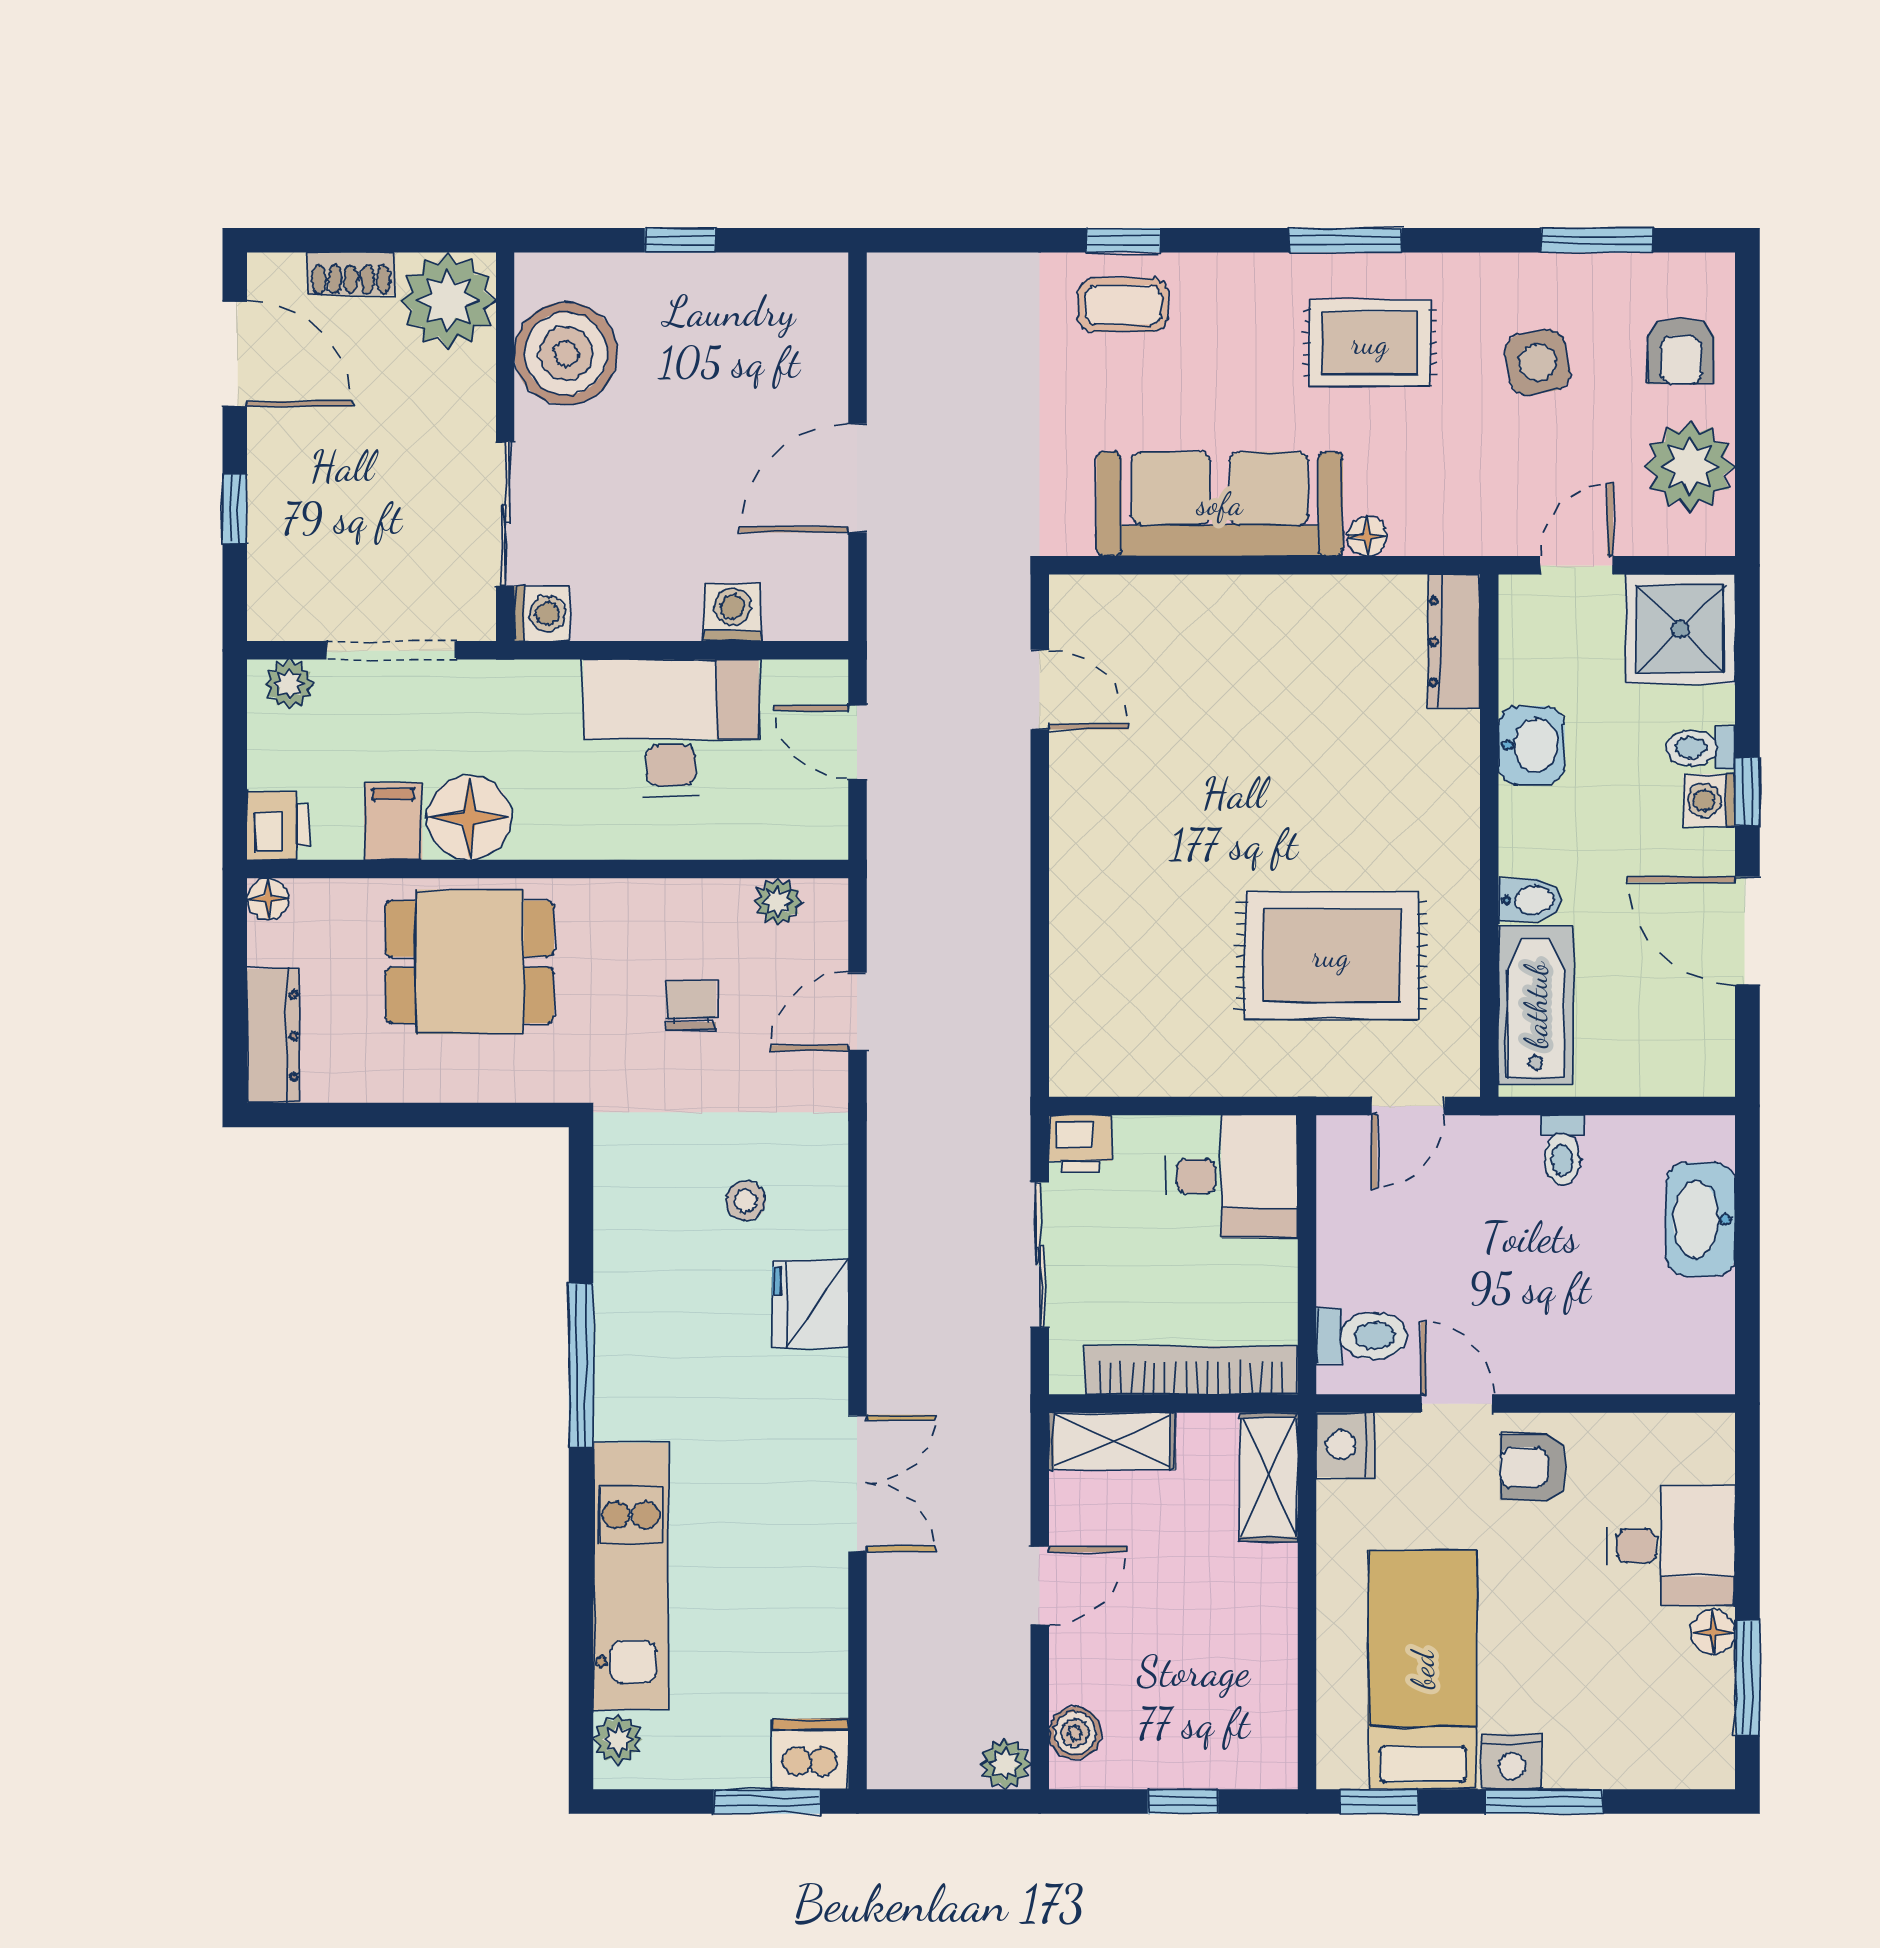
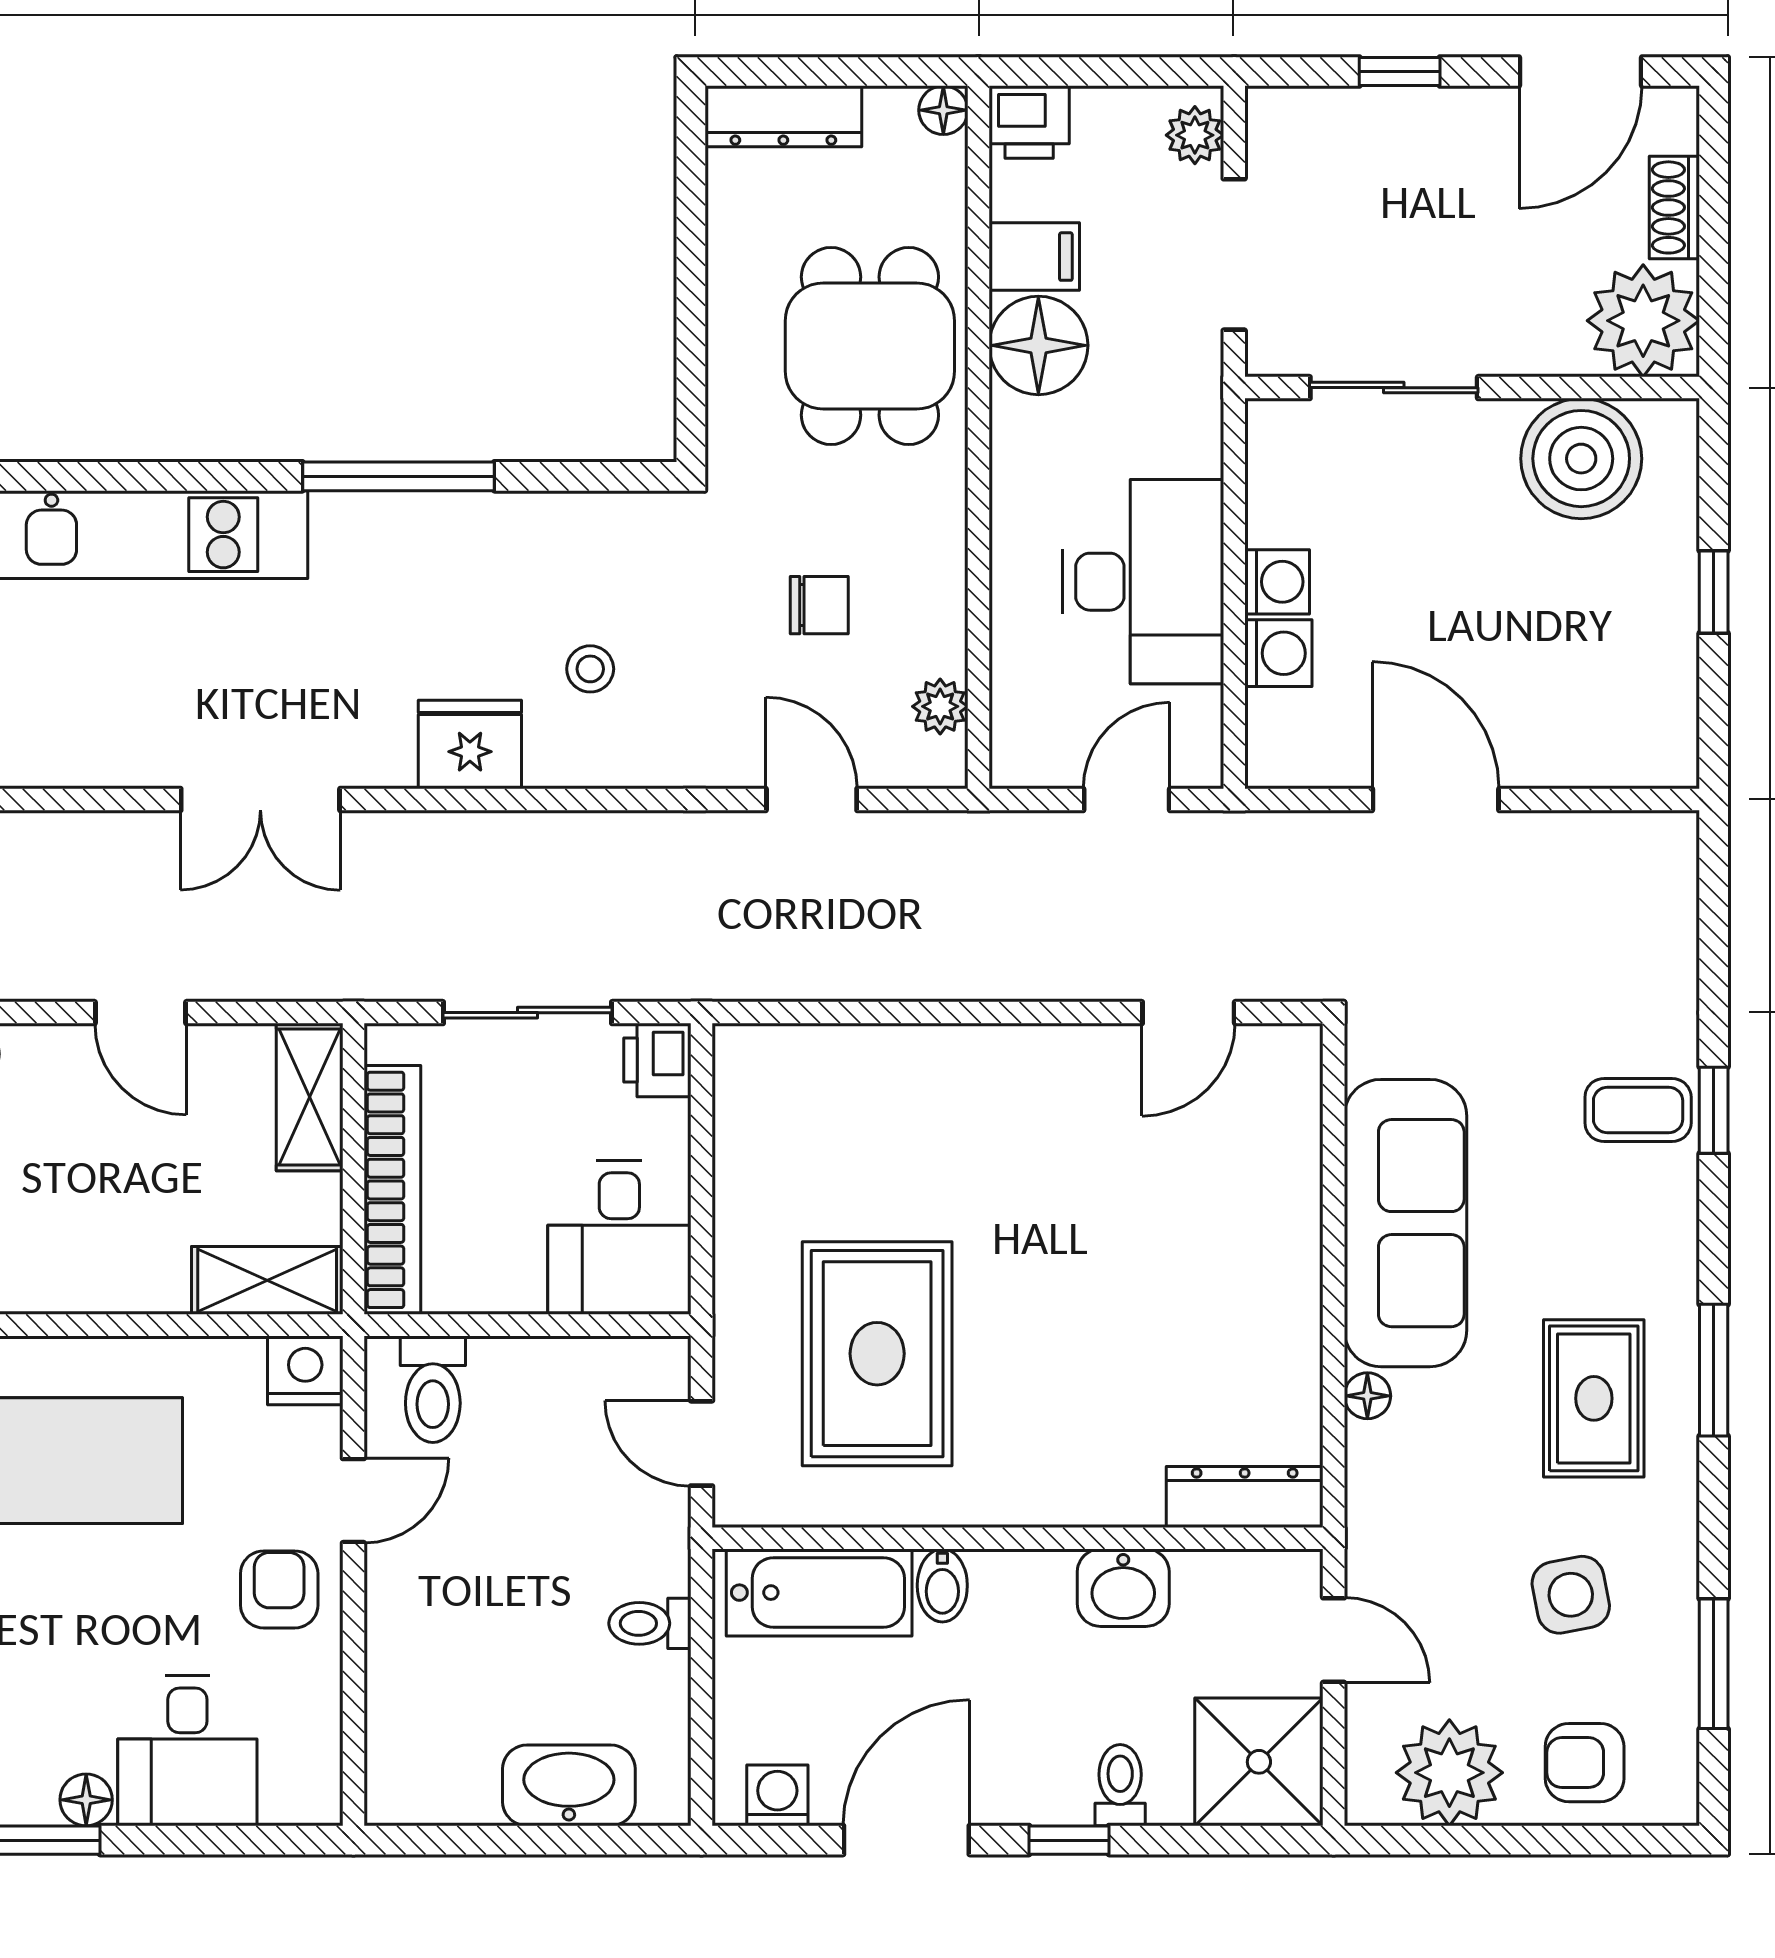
coffee table: (1123, 305) -> (1638, 1110), turned 90
washing machine: (542, 614) -> (1277, 582), moved, turned -90
washing machine: (1709, 800) -> (777, 1795), moved

